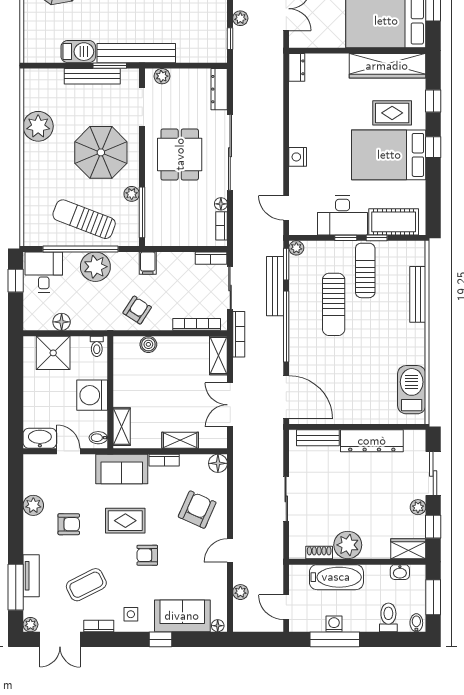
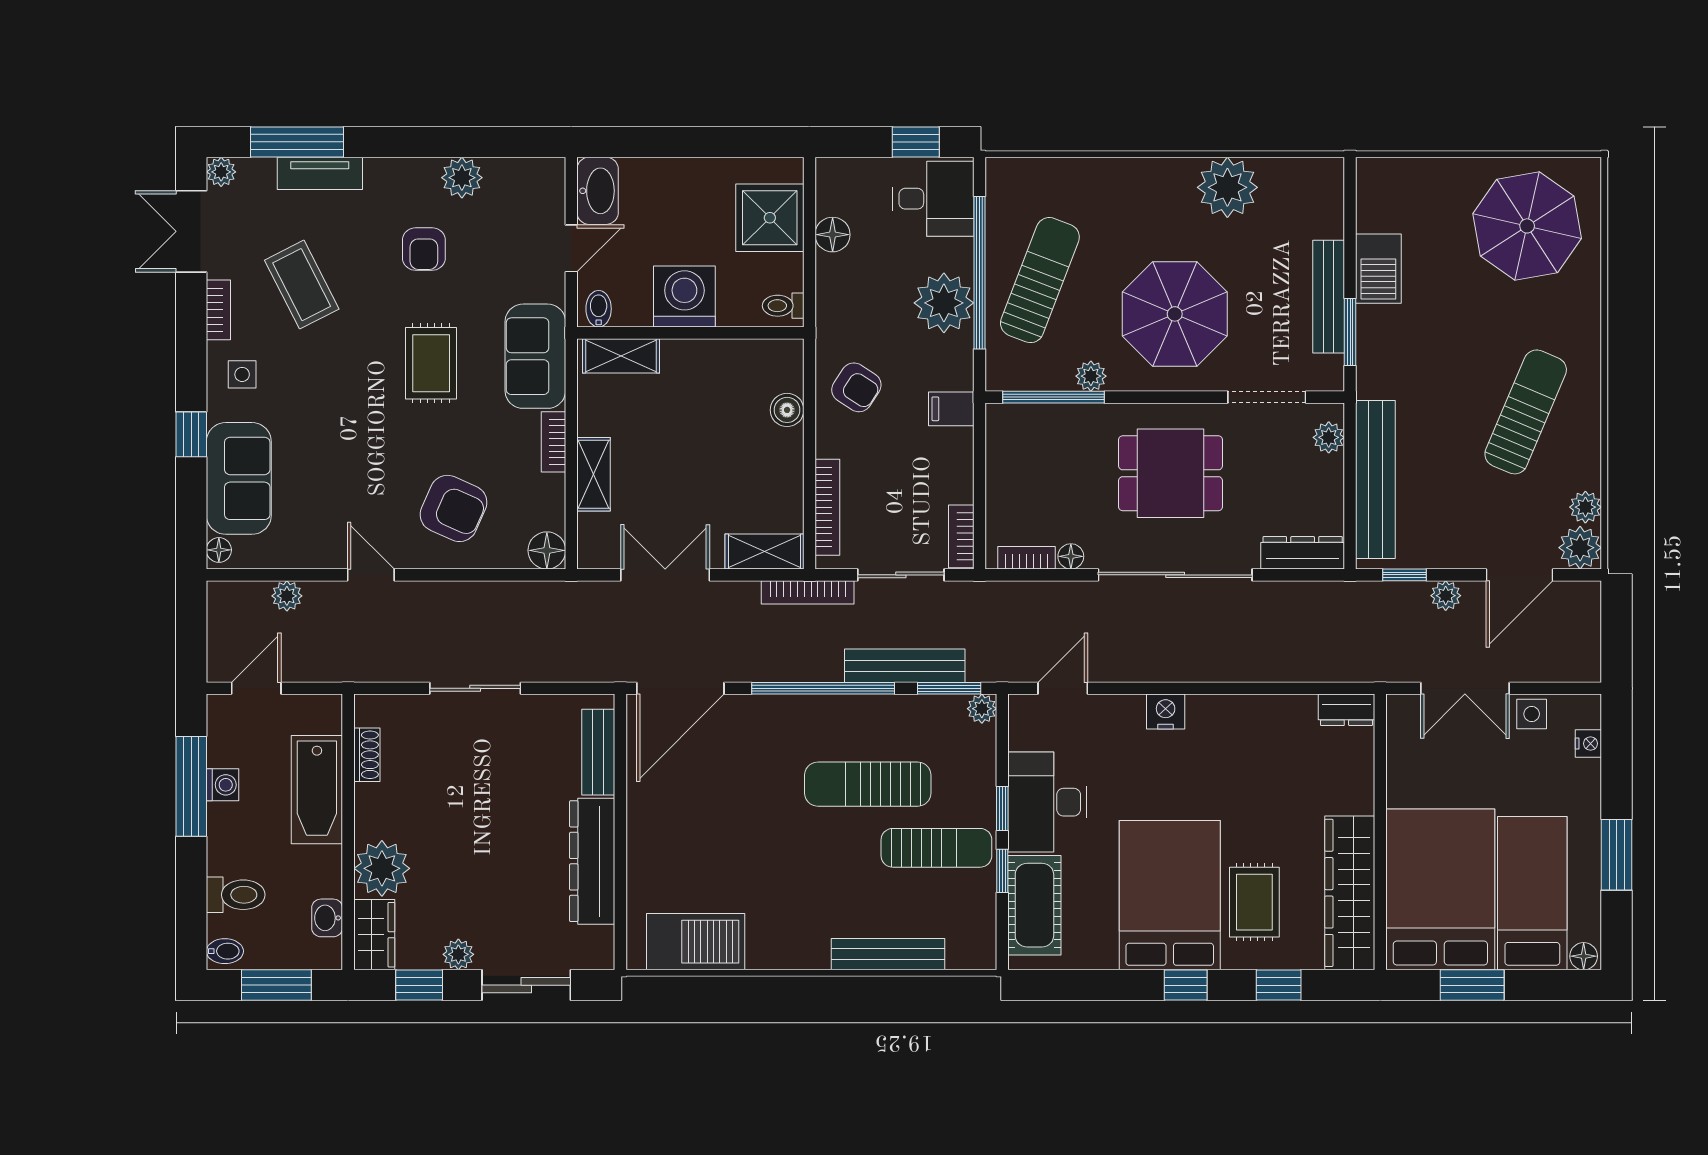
bench: (136, 53) -> (1375, 479), moved
plant: (348, 545) -> (382, 868), moved
armchair: (147, 555) -> (361, 408), removed

